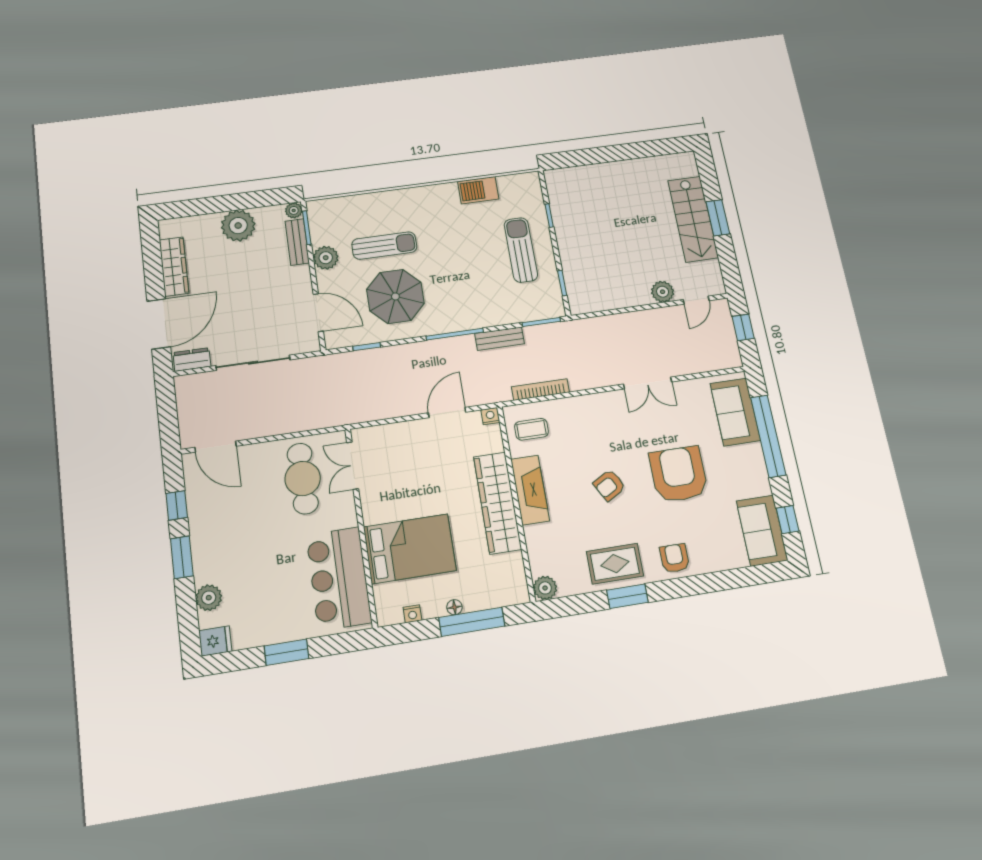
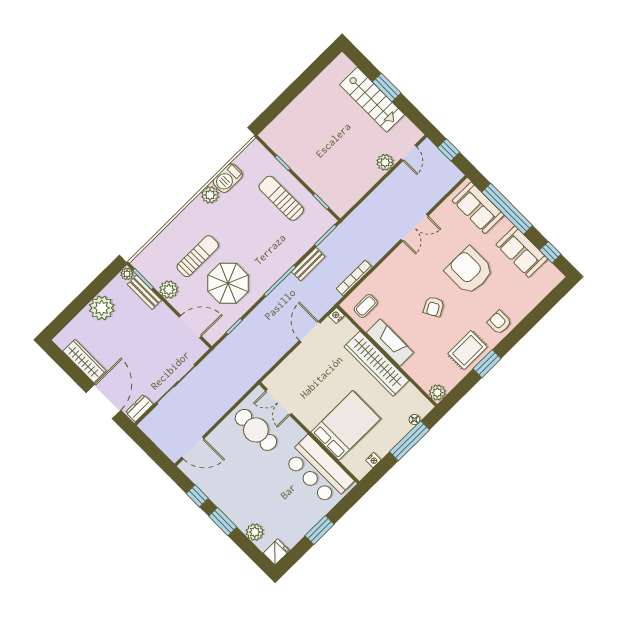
plant: (446, 194) -> (210, 195), added
sofa: (762, 531) -> (522, 252), moved
floor lamp: (454, 607) -> (414, 420), moved

